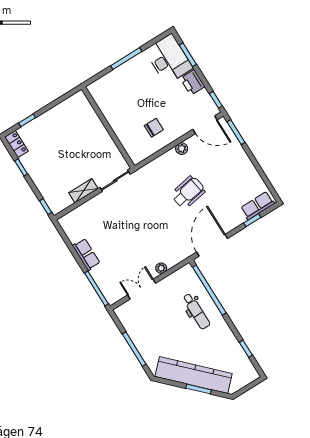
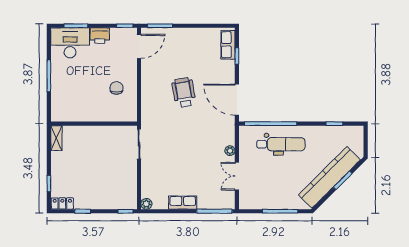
plant: (182, 149) -> (146, 204), moved
shelving: (83, 191) -> (56, 138), moved
dental chair: (196, 311) -> (281, 144), width x1.36, depth x1.38

